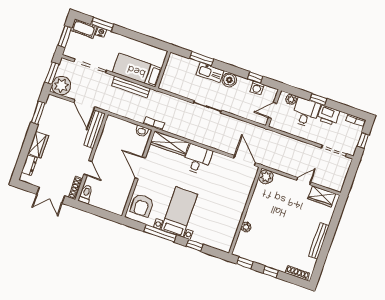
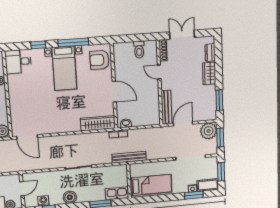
bed: (137, 70) -> (151, 185), moved
kitchen sink: (210, 73) -> (117, 193), moved
bench: (131, 87) -> (129, 157), moved
door: (84, 105) -> (183, 124), hinge flipped
desk: (197, 159) -> (18, 62), moved, turned 90
toilet: (86, 194) -> (139, 50), moved
armchair: (142, 205) -> (99, 60), turned -90

